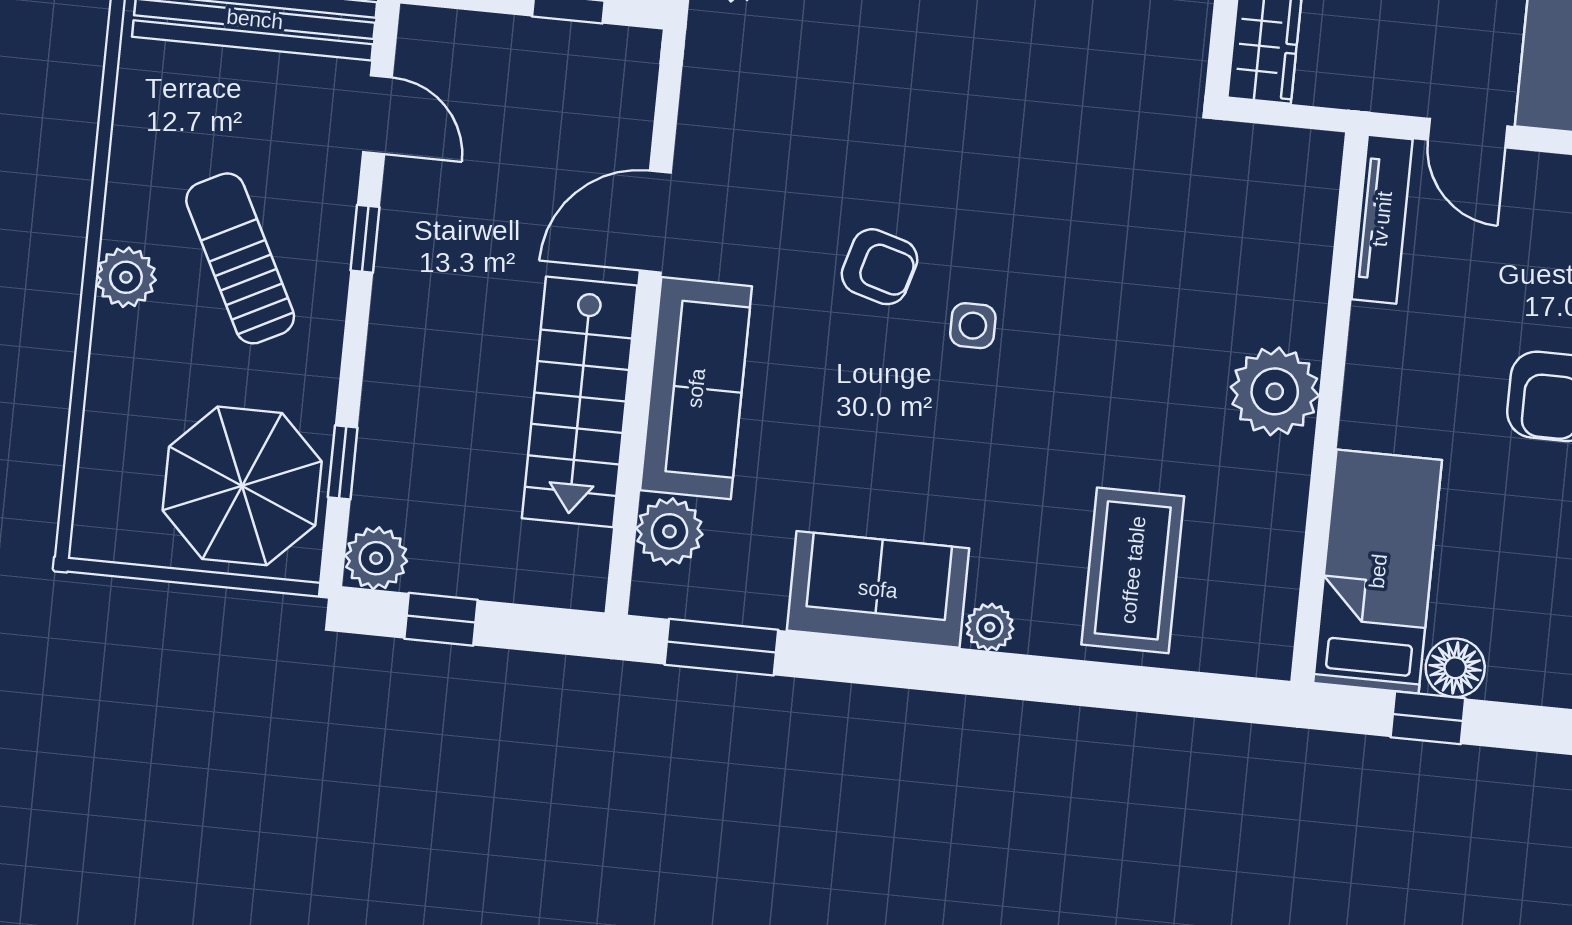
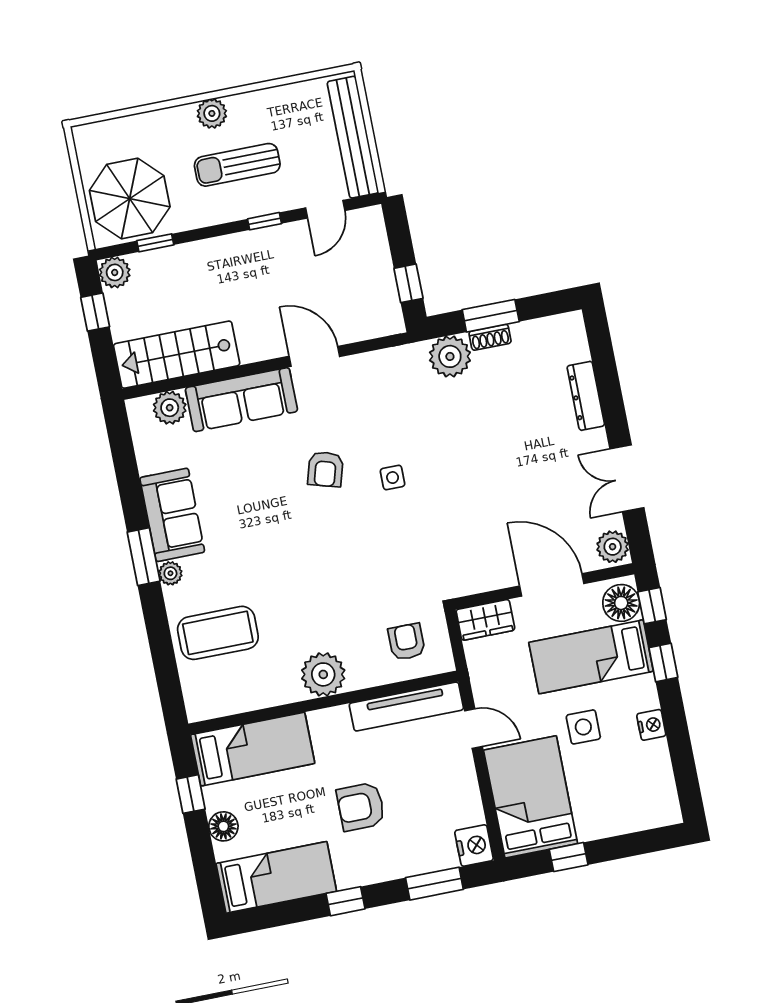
door: (1467, 133) -> (473, 729), swing flipped
armchair: (1261, 211) -> (407, 642), added
tv unit: (1382, 219) -> (406, 707), width x1.36, depth x1.29
sun lounger: (240, 258) -> (237, 165), turned -153
side table: (973, 326) -> (393, 478), moved
stairs: (580, 402) -> (177, 355), moved
window: (721, 647) -> (144, 557), moved
floor lamp: (1455, 668) -> (223, 826), moved

